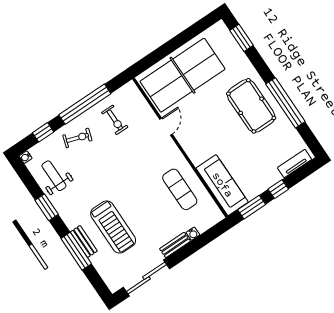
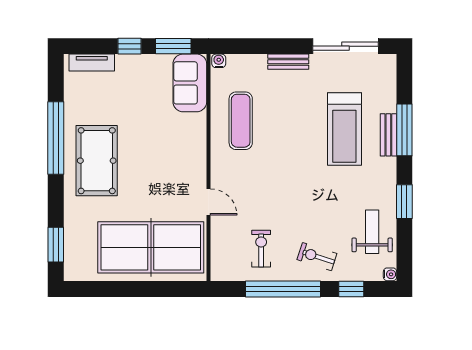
door: (166, 127) -> (209, 202), swing flipped
weight bench: (54, 176) -> (372, 232), turned 180
sofa: (222, 185) -> (190, 83), width x0.73
treadmill: (113, 227) -> (344, 129), turned 180
water cooler: (193, 234) -> (219, 61), moved

